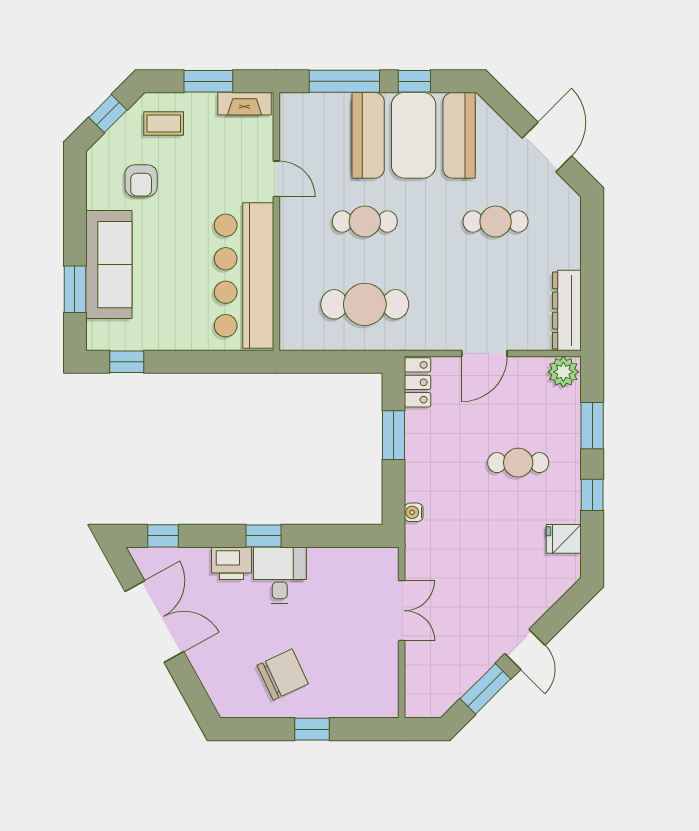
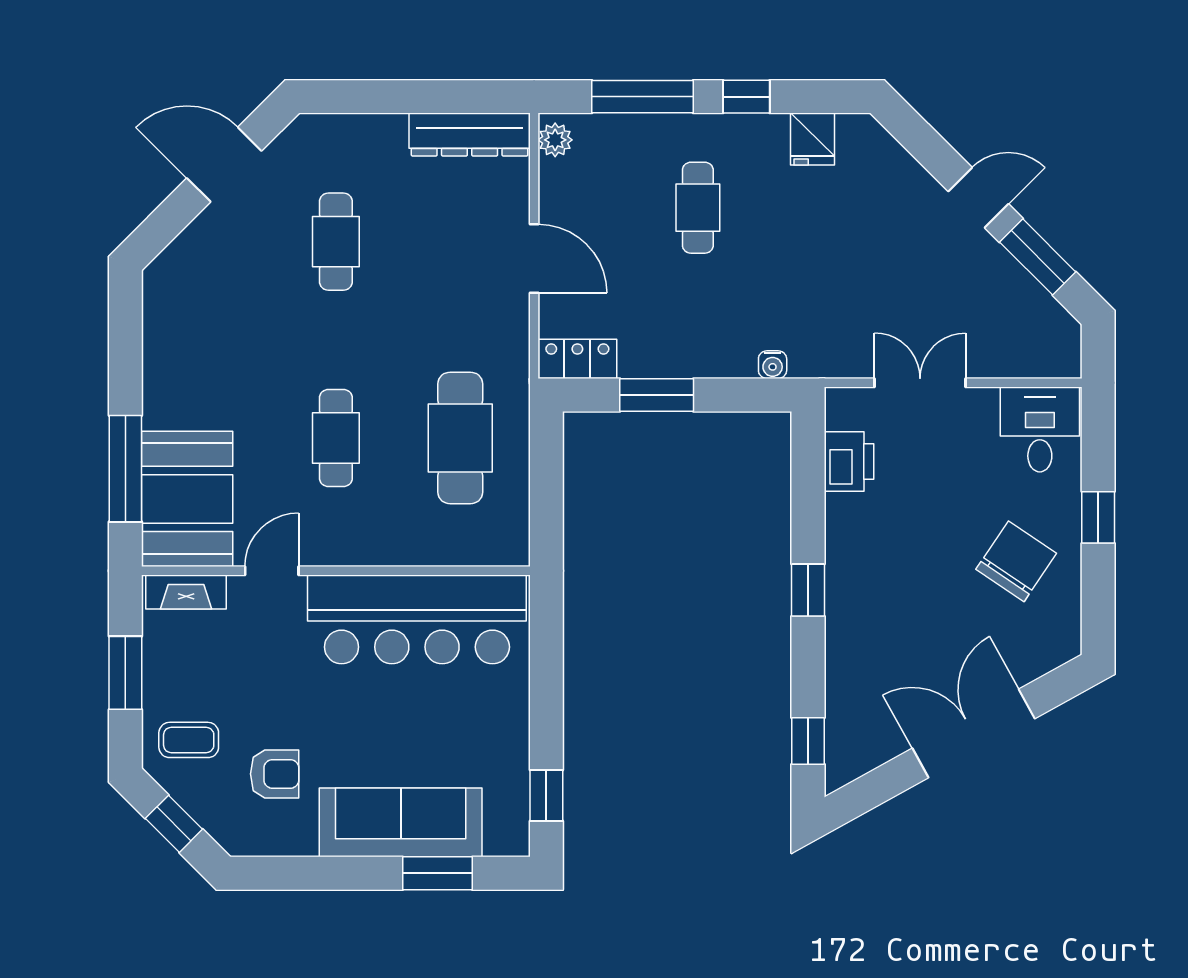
window: (414, 81) -> (125, 364), removed
fireplace: (245, 104) -> (186, 592), moved, turned 90
coffee table: (164, 124) -> (189, 740), turned 90
booth: (414, 135) -> (187, 499), moved, width x0.73, depth x0.70
plant: (563, 372) -> (555, 140), width x0.73, depth x0.73
window: (592, 426) -> (642, 97), width x1.44
printer: (231, 563) -> (849, 462), moved
desk: (280, 575) -> (1040, 429), moved, turned 90
double door: (154, 621) -> (974, 733), moved
chair: (283, 675) -> (1016, 561), turned 59

